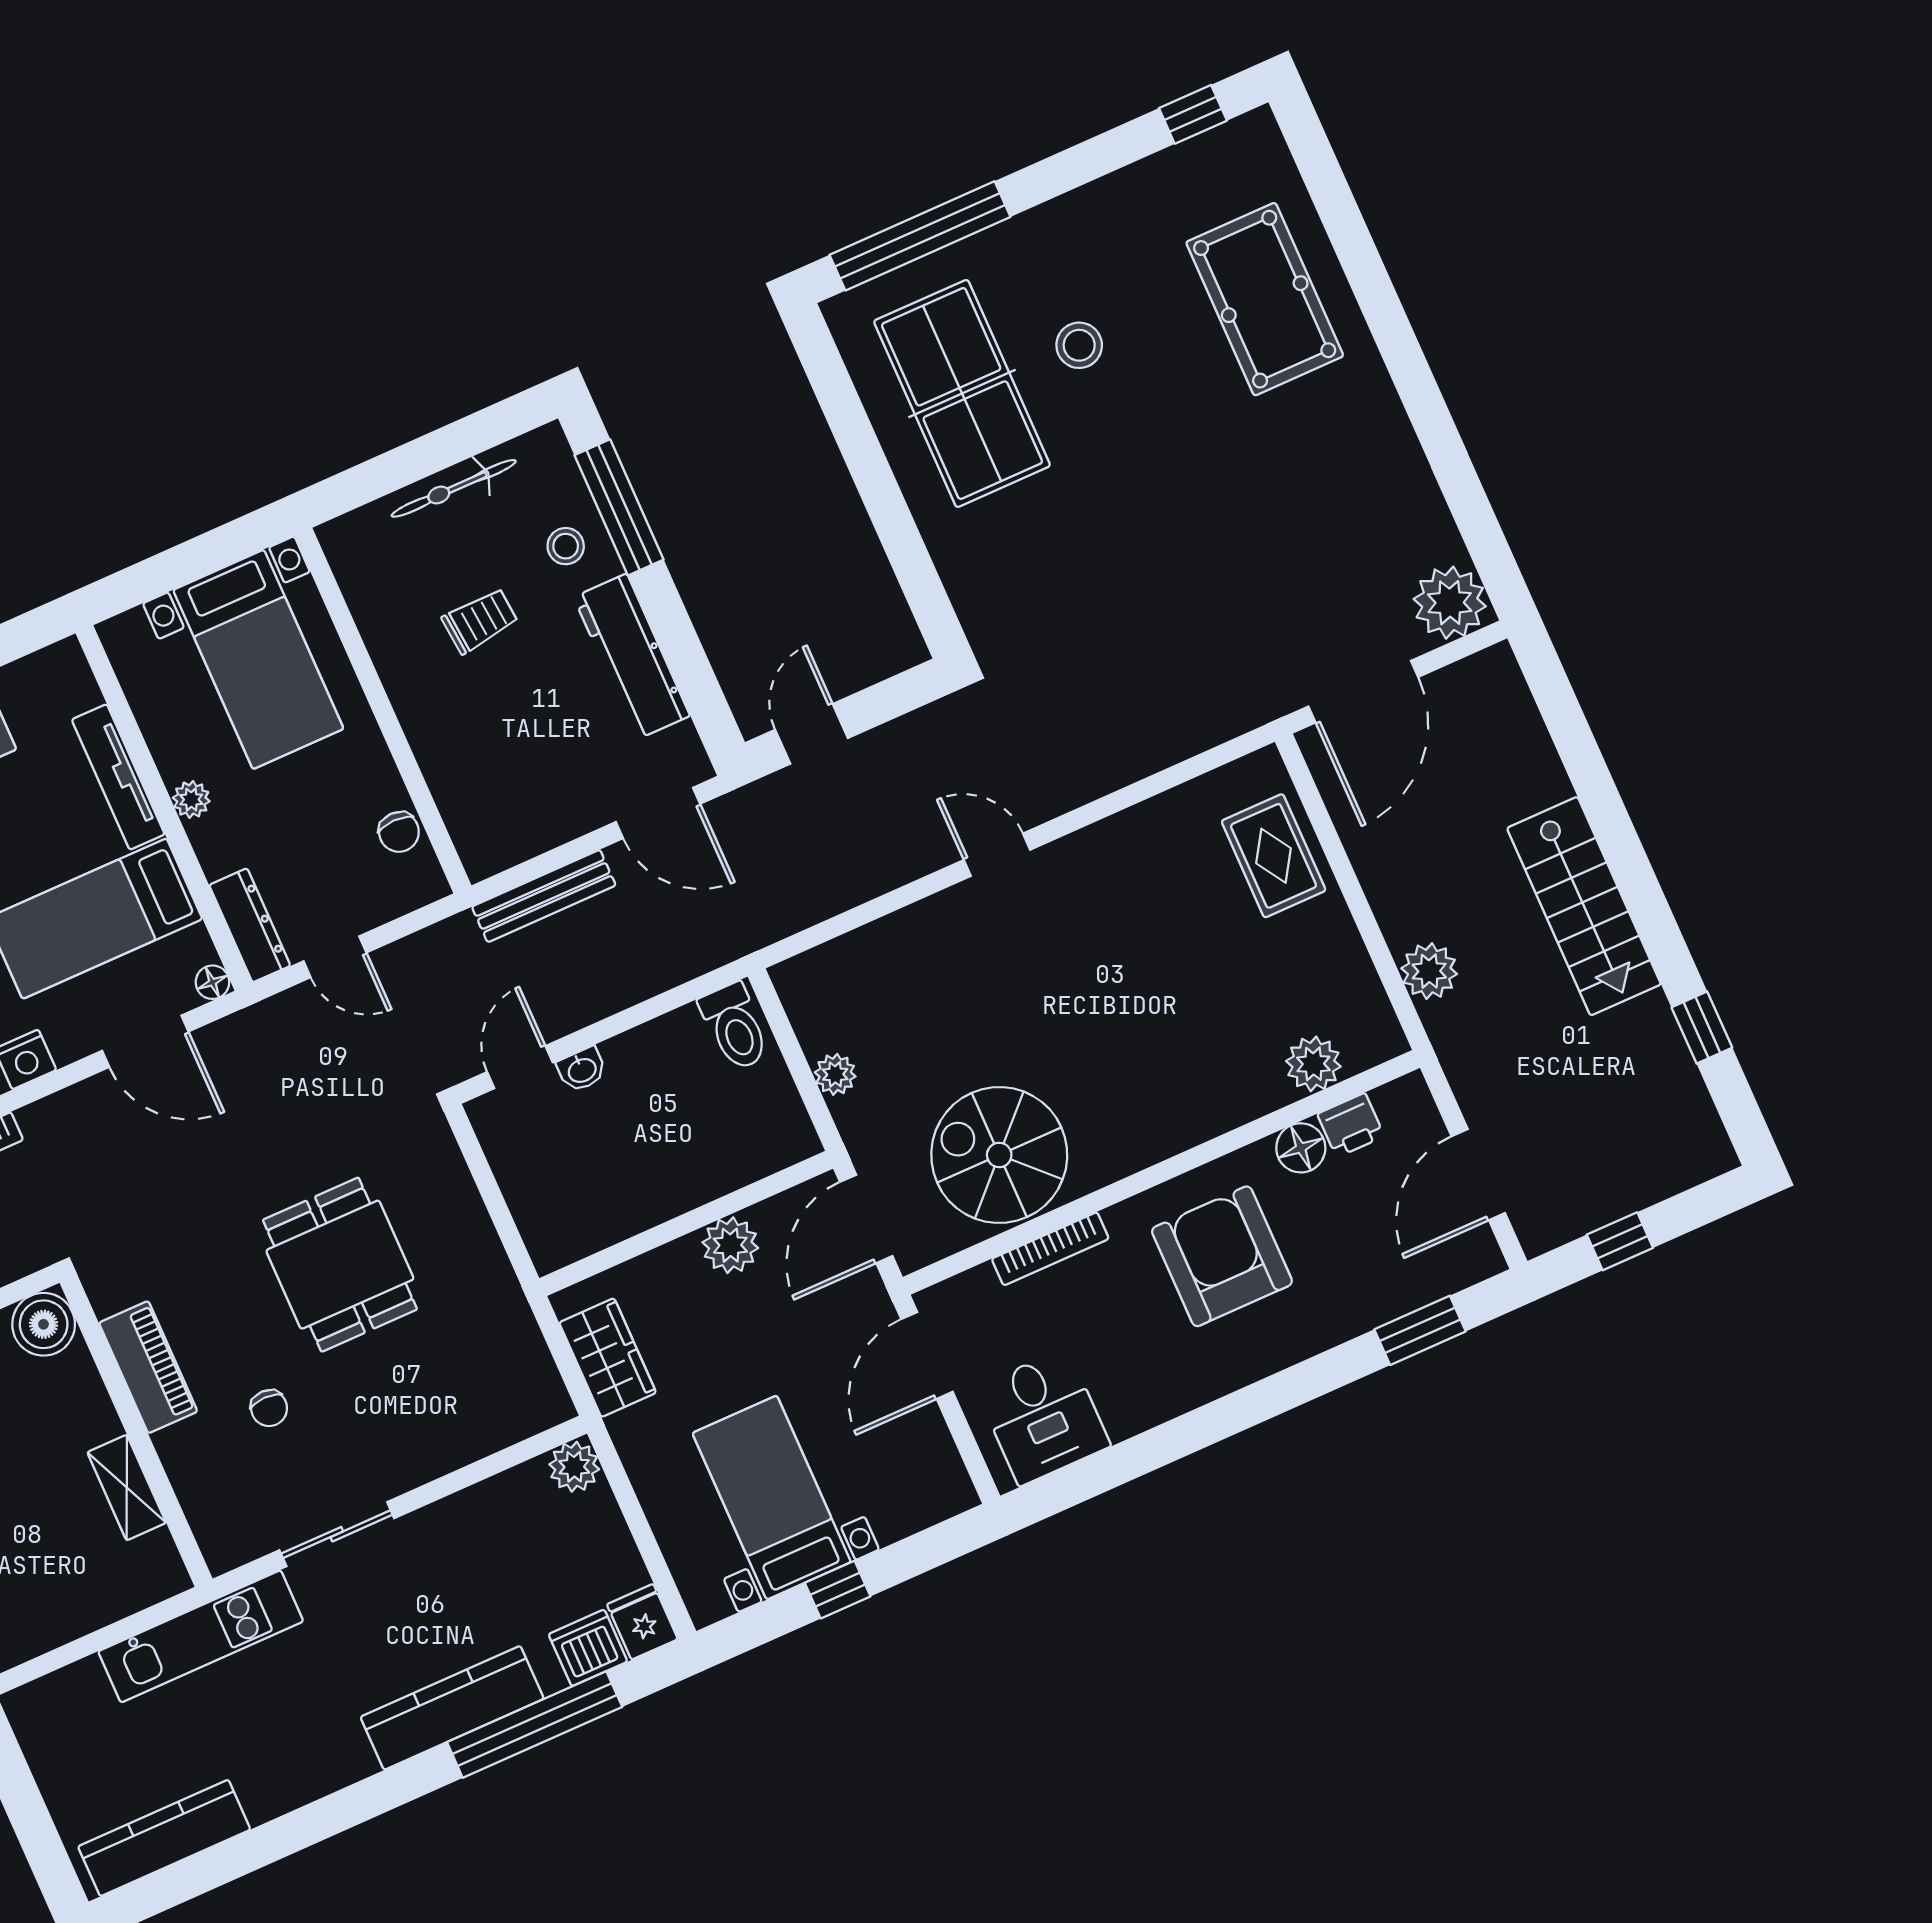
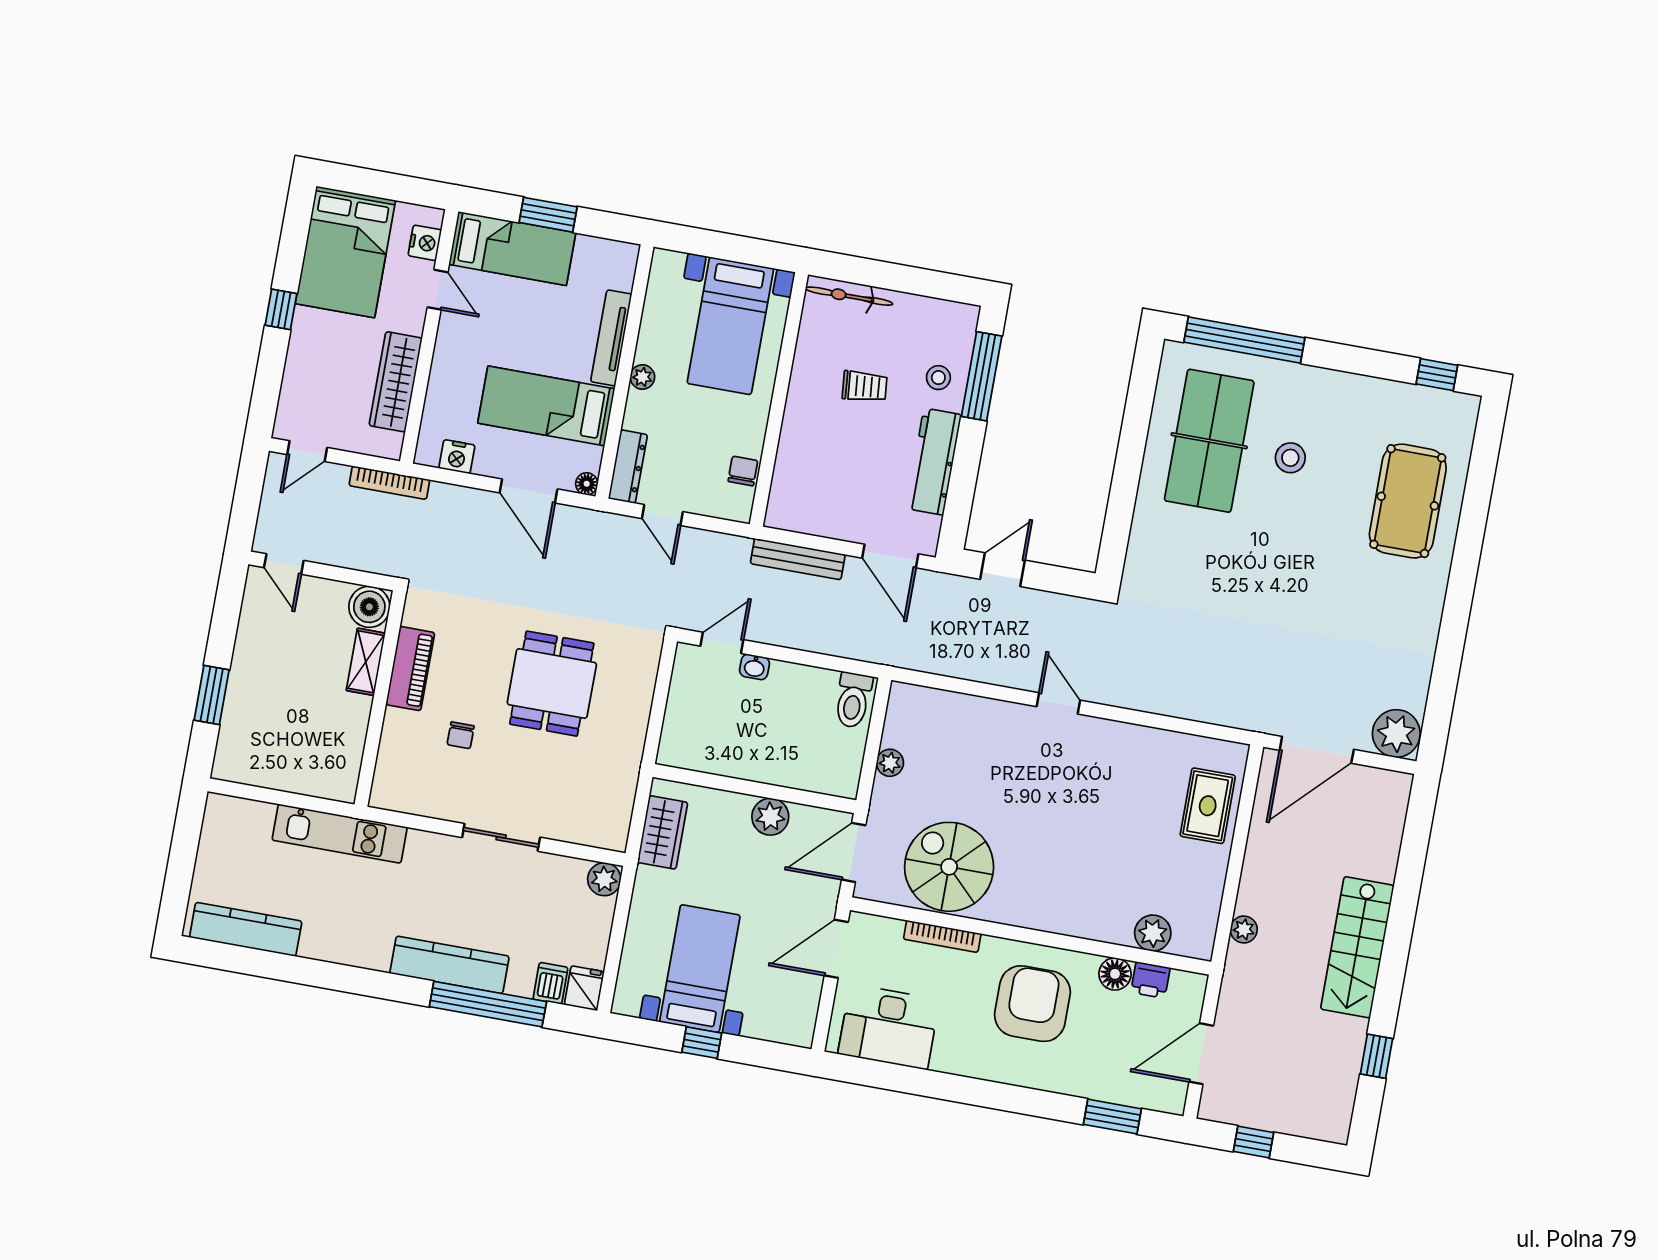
bicycle: (454, 488) -> (849, 296), moved
chair: (399, 832) -> (743, 471), turned 180
plant: (1429, 971) -> (1244, 930), width x0.73, depth x0.73
desk: (1043, 1417) -> (889, 1027), width x1.37
shelving: (127, 1488) -> (366, 662), moved
sliding door: (337, 1534) -> (501, 837), moved
dishwasher: (588, 1648) -> (550, 983), width x0.73

